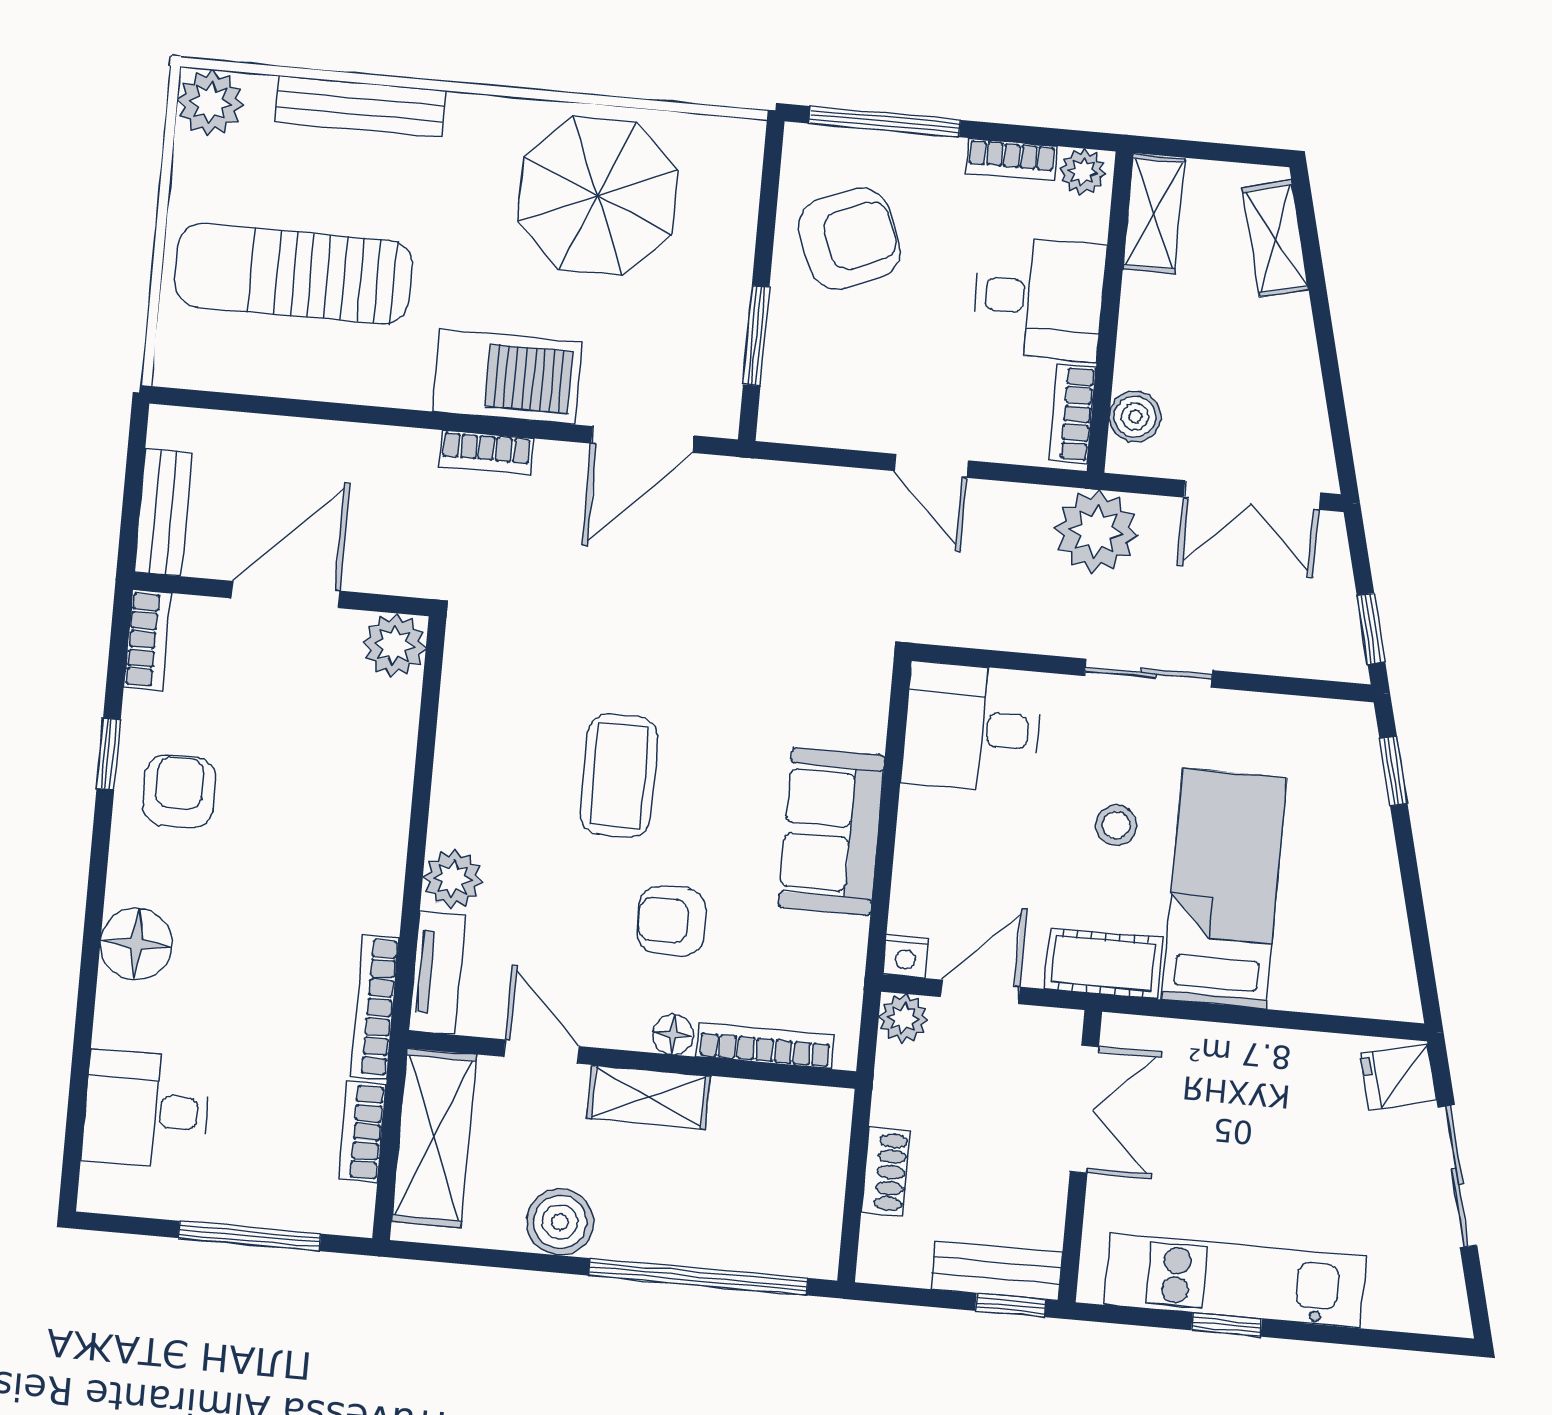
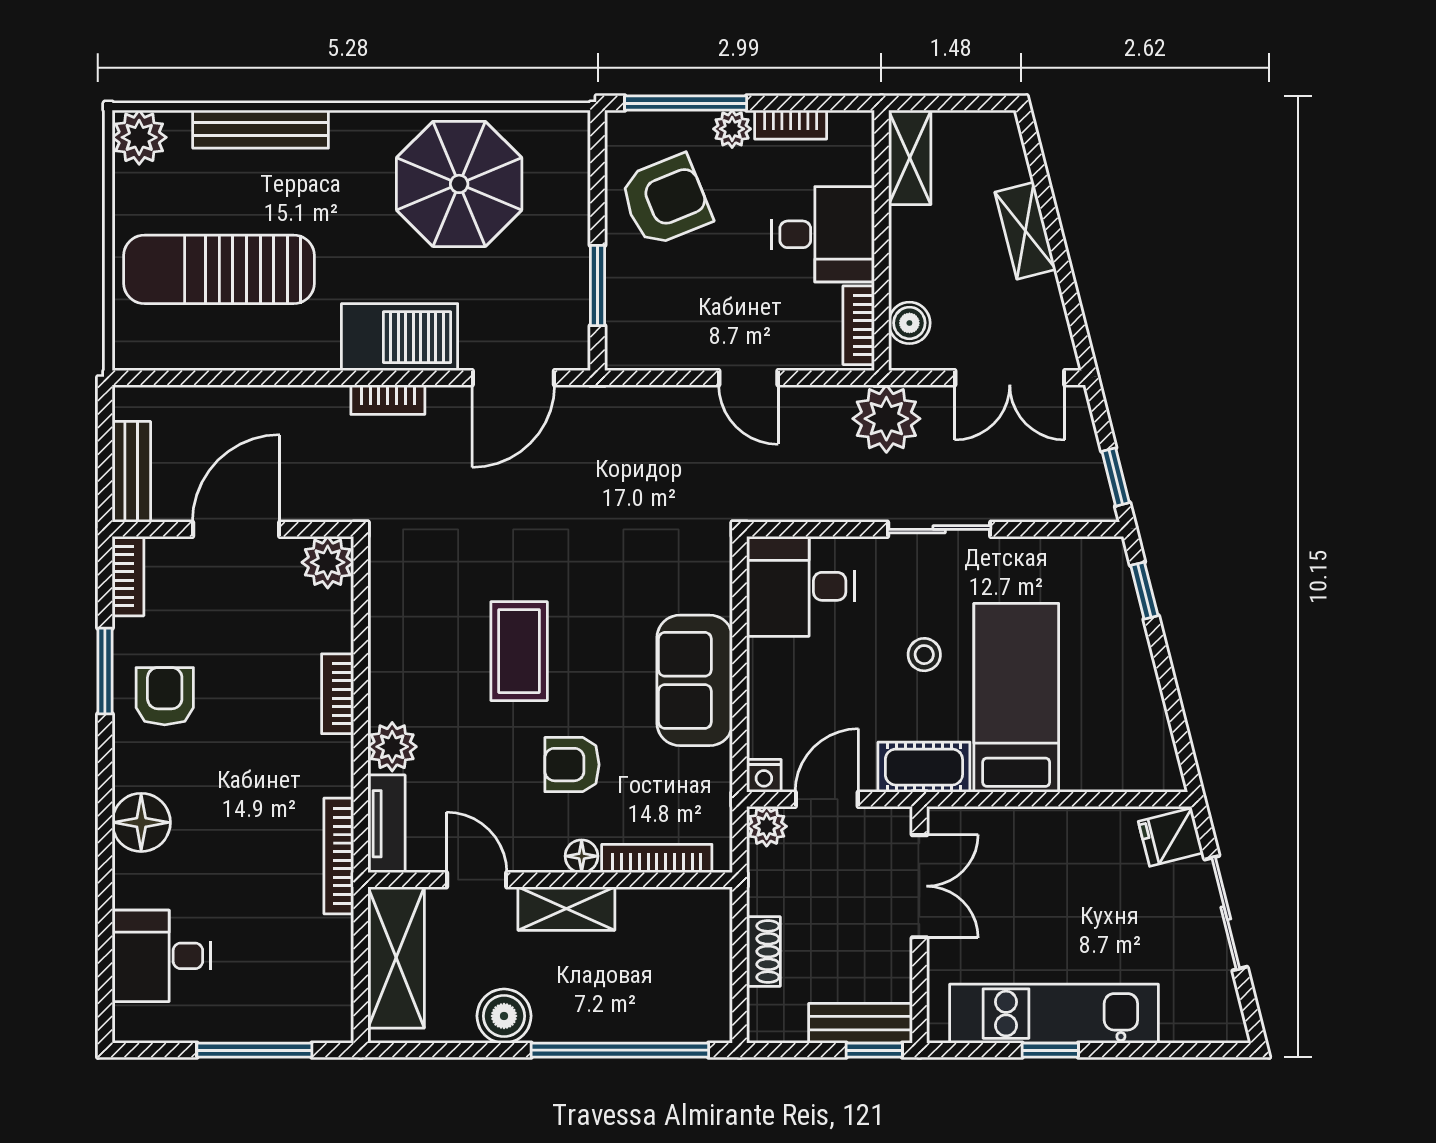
plant: (1083, 172) -> (732, 129), moved
shelving: (1275, 239) -> (1025, 231), moved
window: (109, 754) -> (105, 671), width x1.50
bookcase: (362, 1132) -> (338, 694), moved

